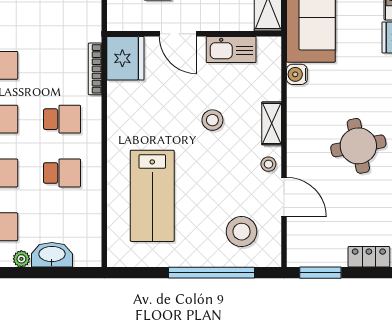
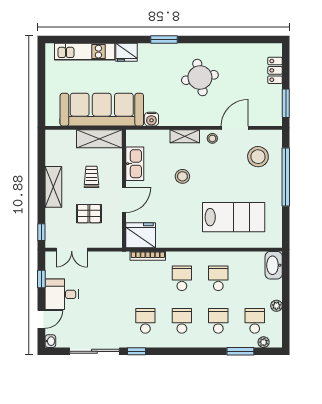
washbasin: (52, 255) -> (274, 265), moved

